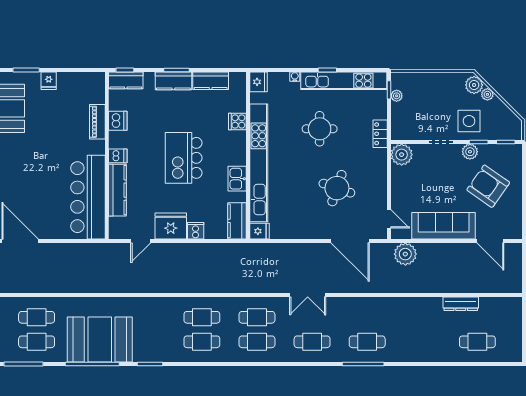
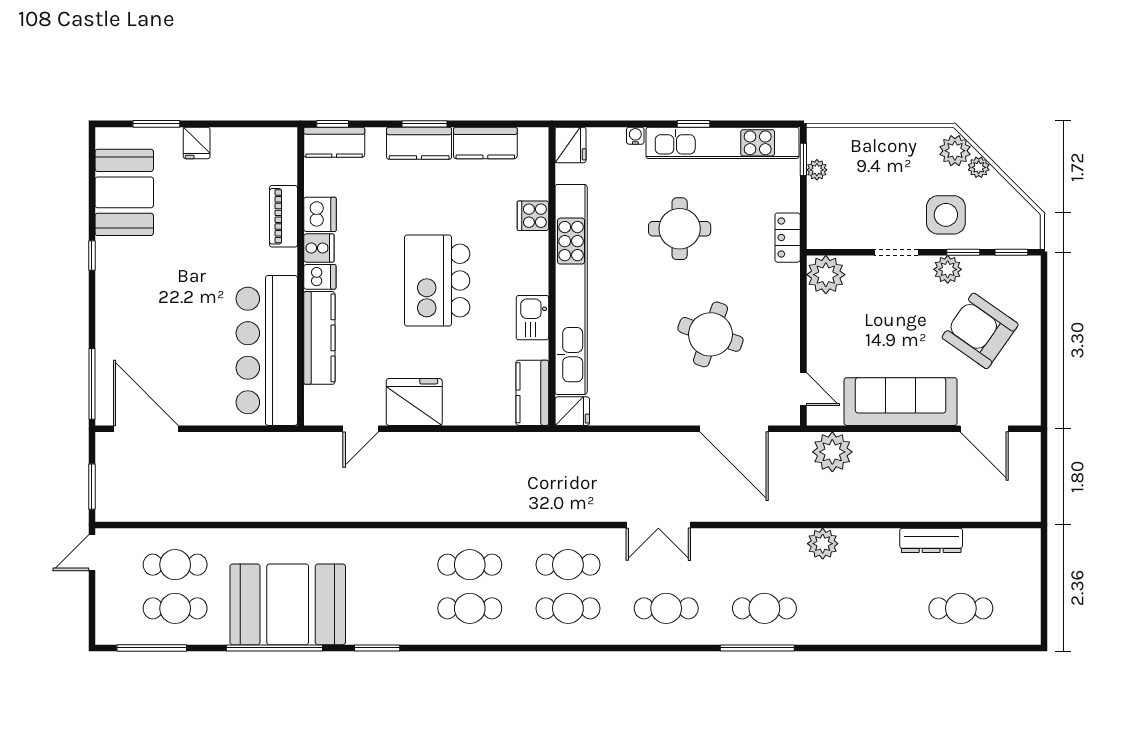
cooker: (196, 231) -> (319, 248), moved, turned 90
plant: (400, 306) -> (823, 544), added

